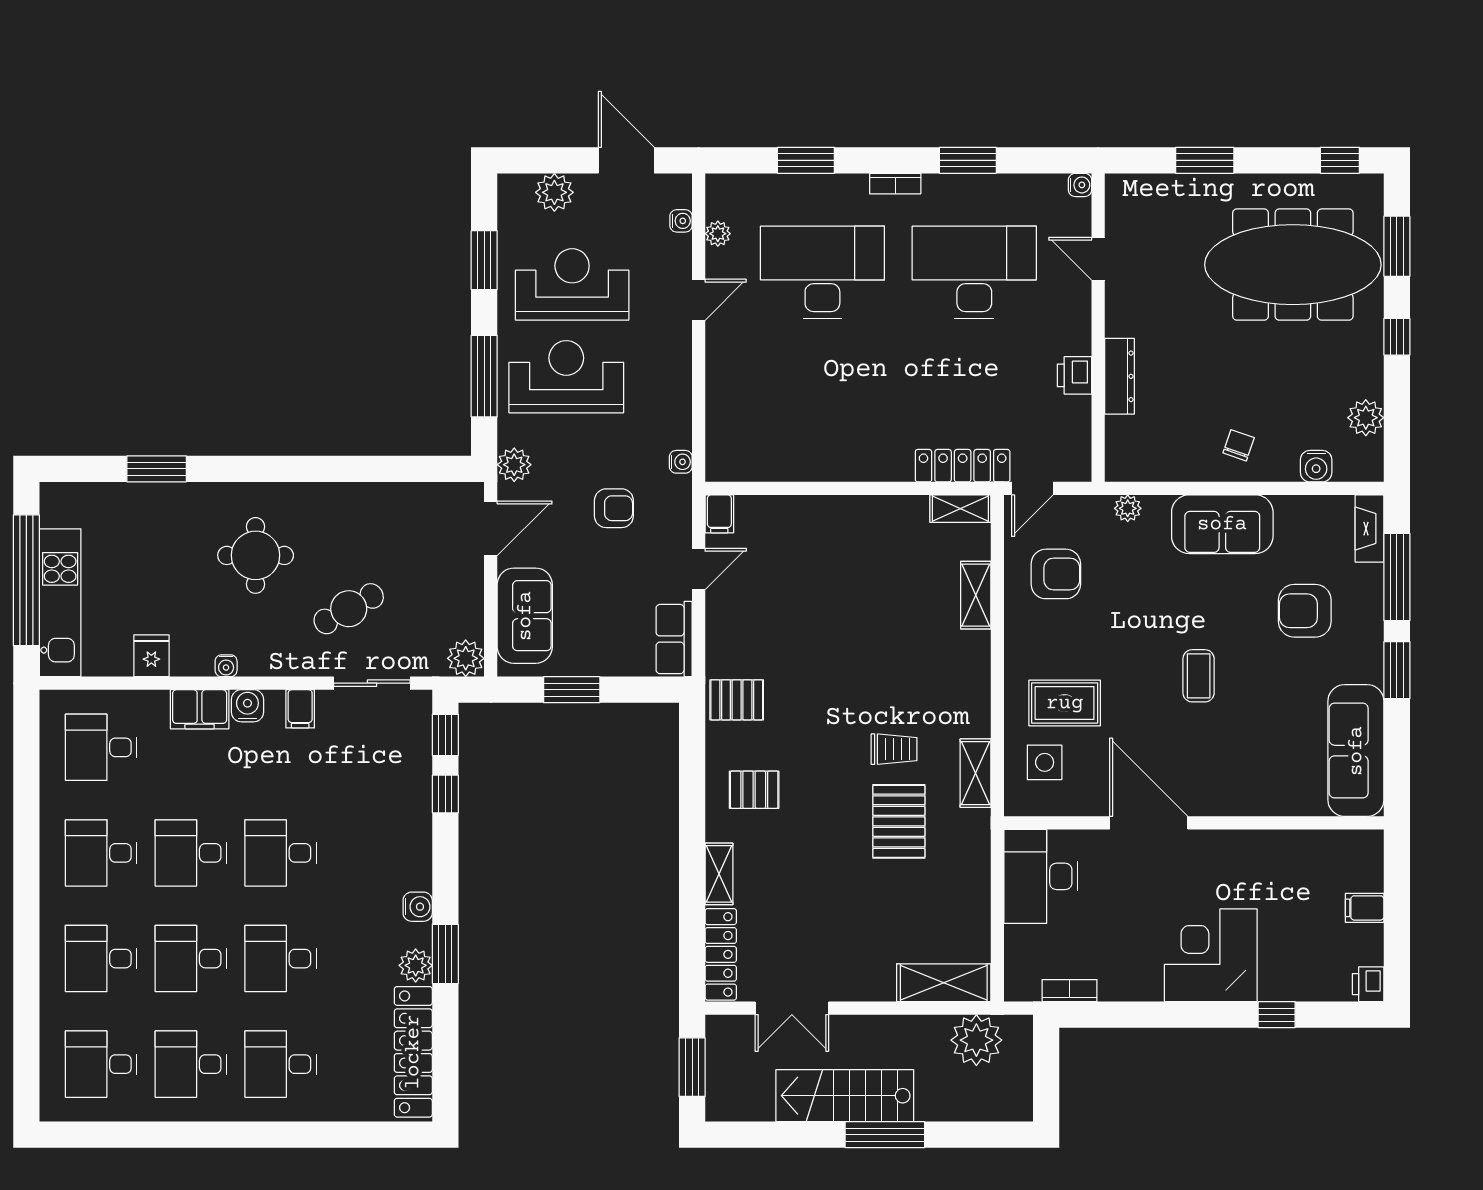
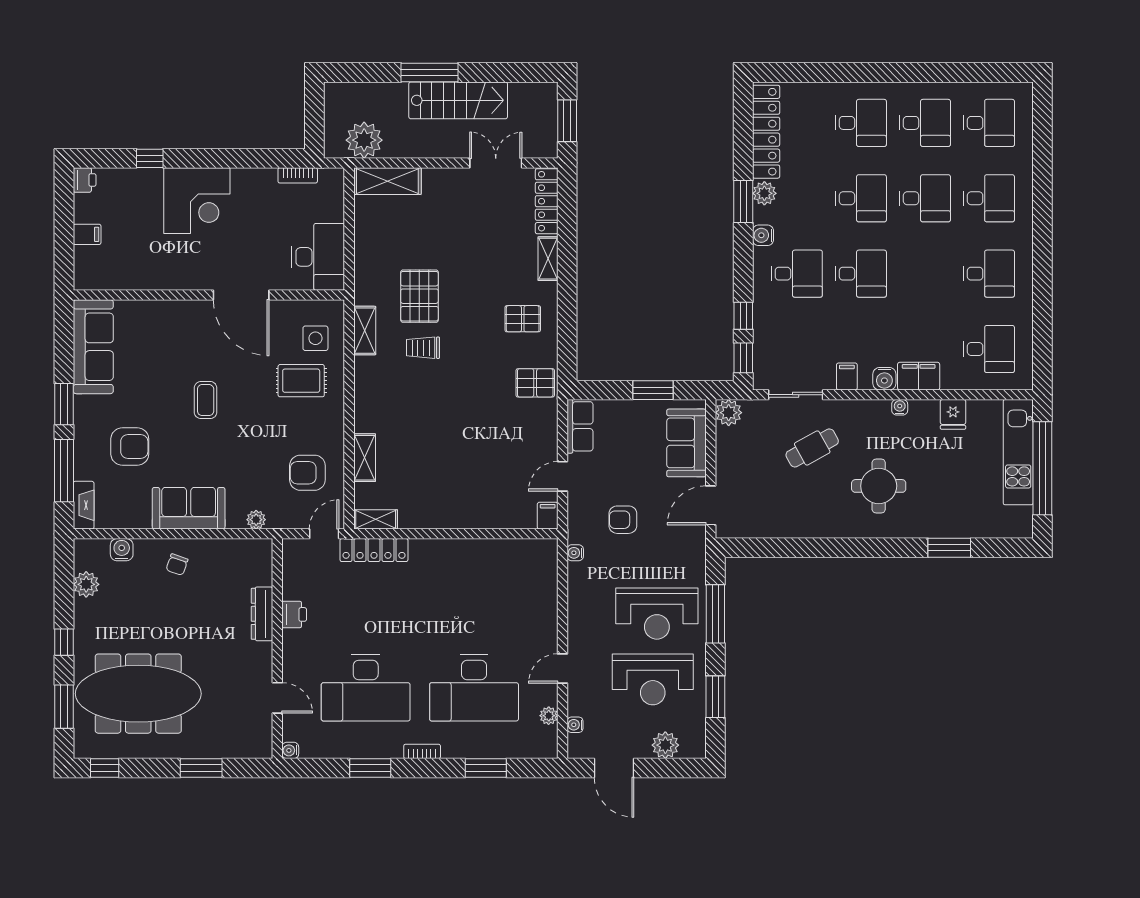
plant: (514, 465) -> (694, 551), removed
desk: (191, 853) -> (797, 274), moved

